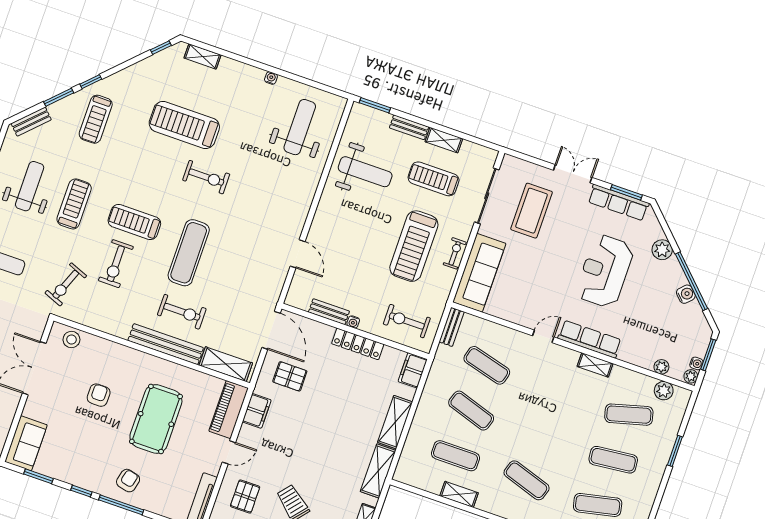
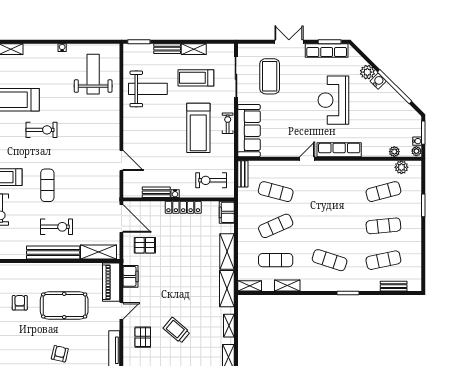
exercise mat: (189, 253) -> (47, 185), width x0.73, depth x0.69
water cooler: (686, 294) -> (378, 81), moved
shelving: (595, 365) -> (250, 286), moved
exercise mat: (471, 411) -> (276, 226), turned -42
pool table: (156, 419) -> (64, 305), turned 90

